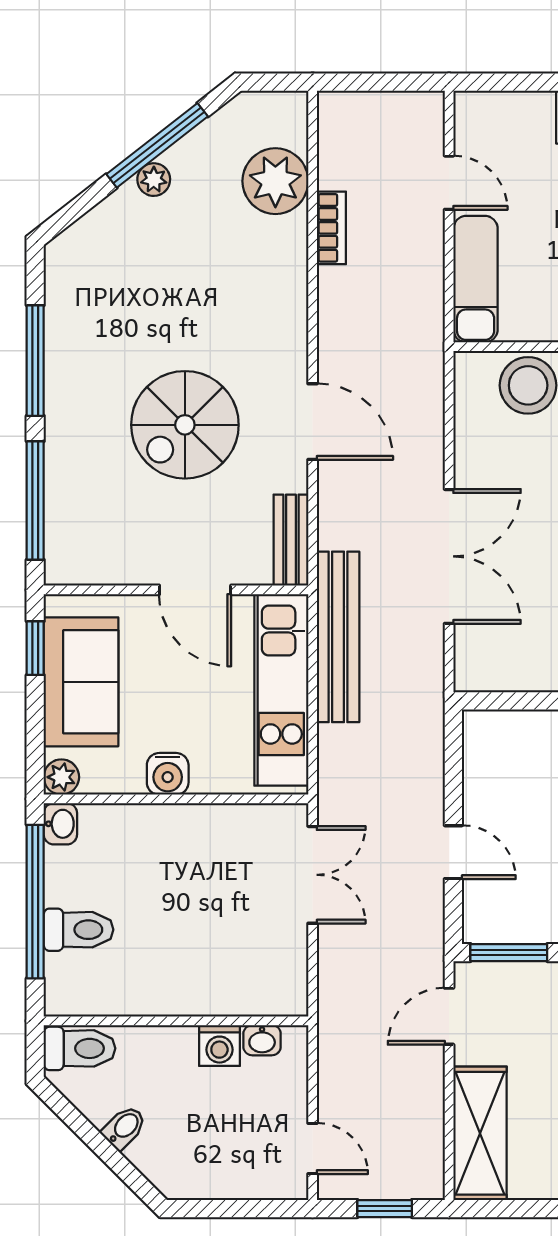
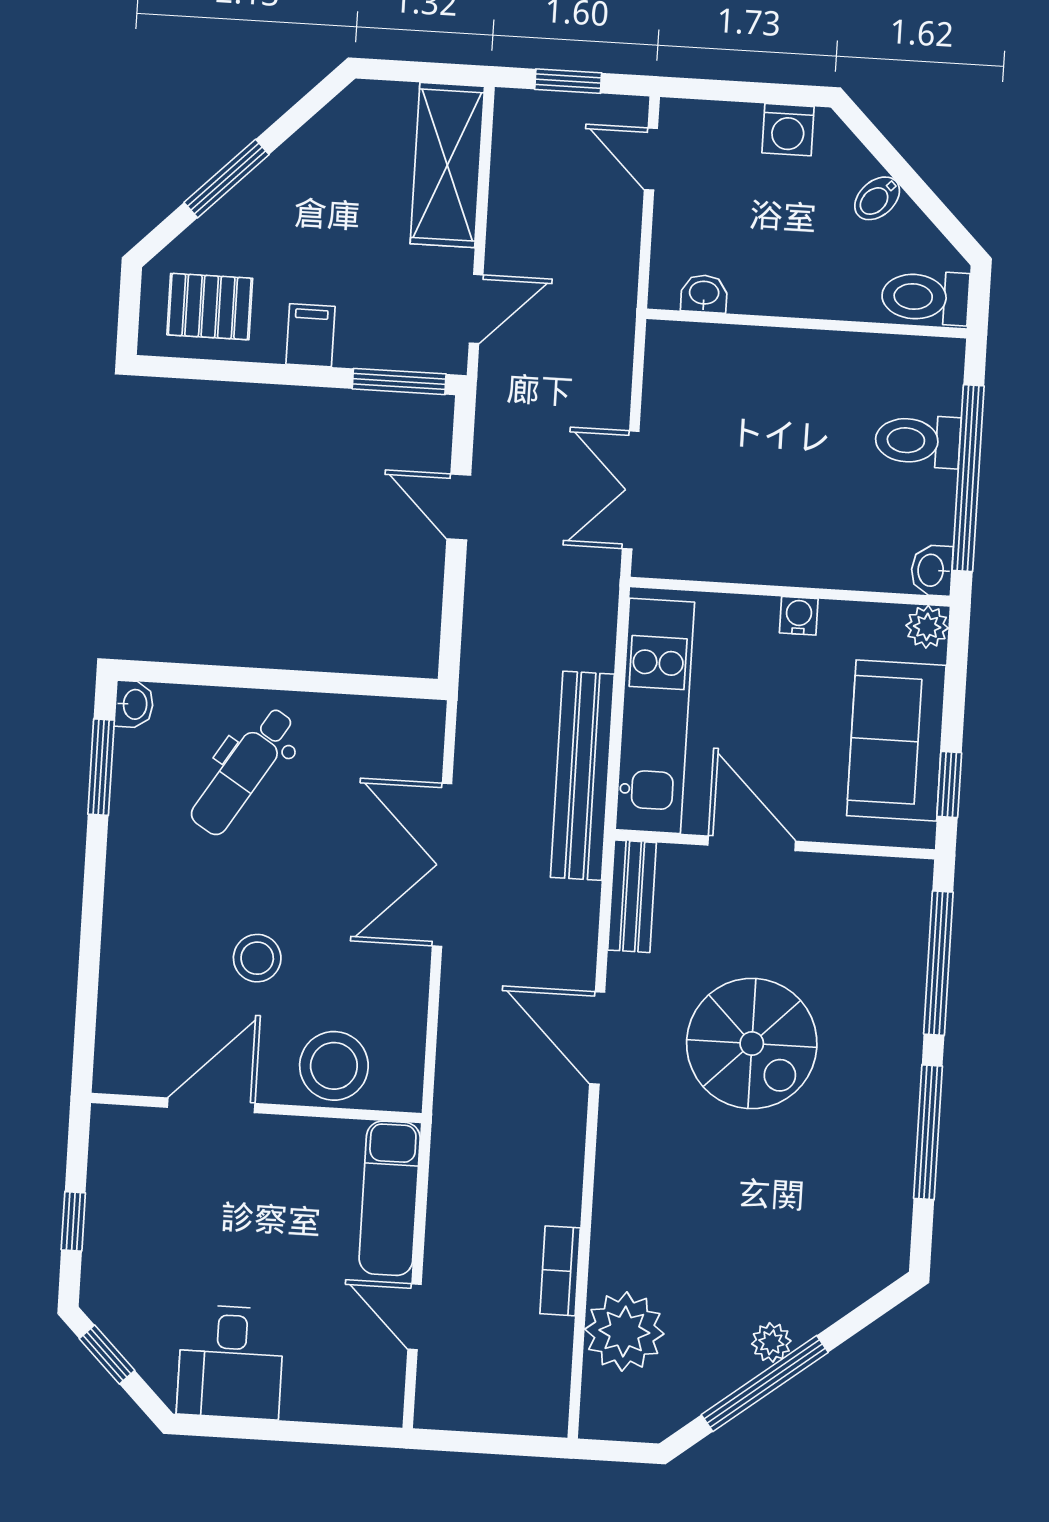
spiral stairs: (185, 425) -> (752, 1044), turned 90
water cooler: (168, 774) -> (799, 616), width x0.72, depth x0.72
washing machine: (219, 1045) -> (788, 130), moved, turned 180

